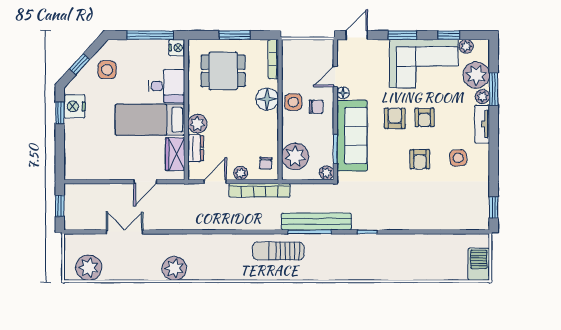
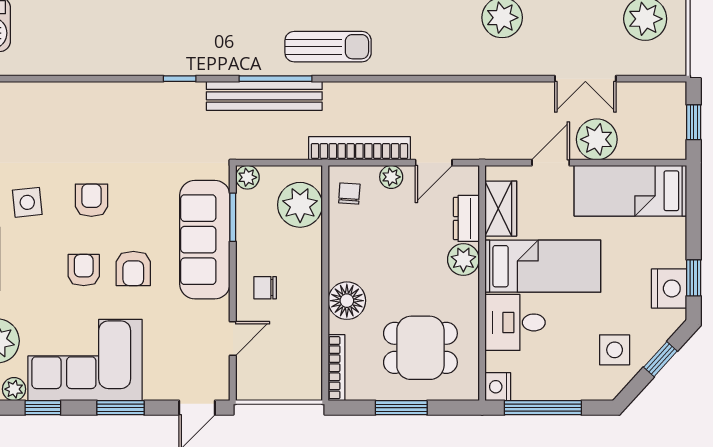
floor lamp: (343, 93) -> (220, 311), removed
side table: (293, 102) -> (303, 296), removed
bed: (98, 165) -> (630, 191), added
plant: (118, 196) -> (597, 139), added

